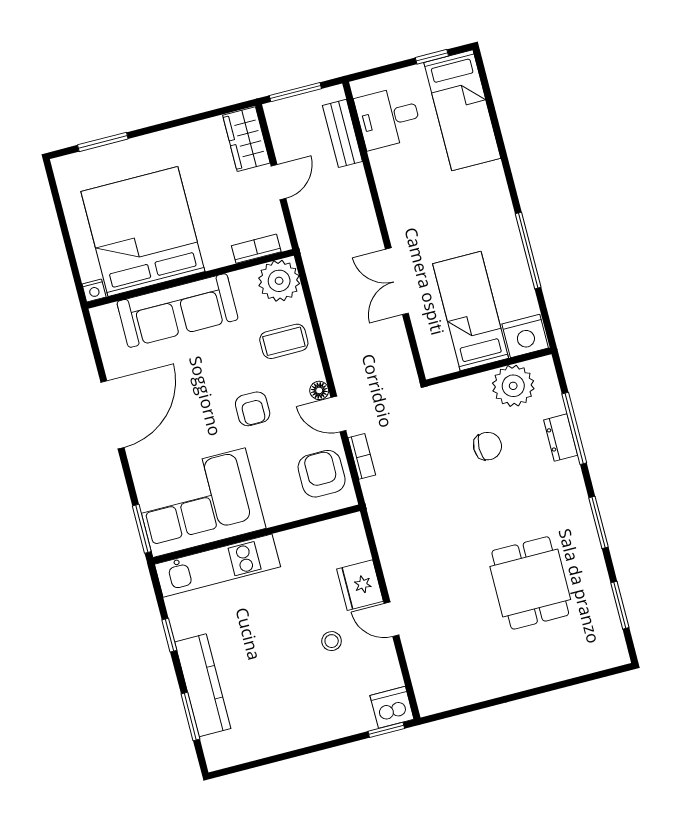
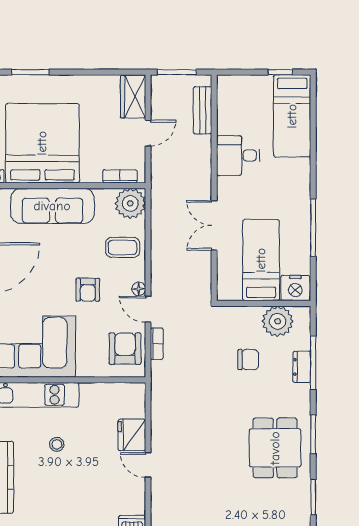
desk: (388, 118) -> (238, 155), moved
dining table: (530, 583) -> (275, 448), moved
stool: (332, 641) -> (57, 444), moved

